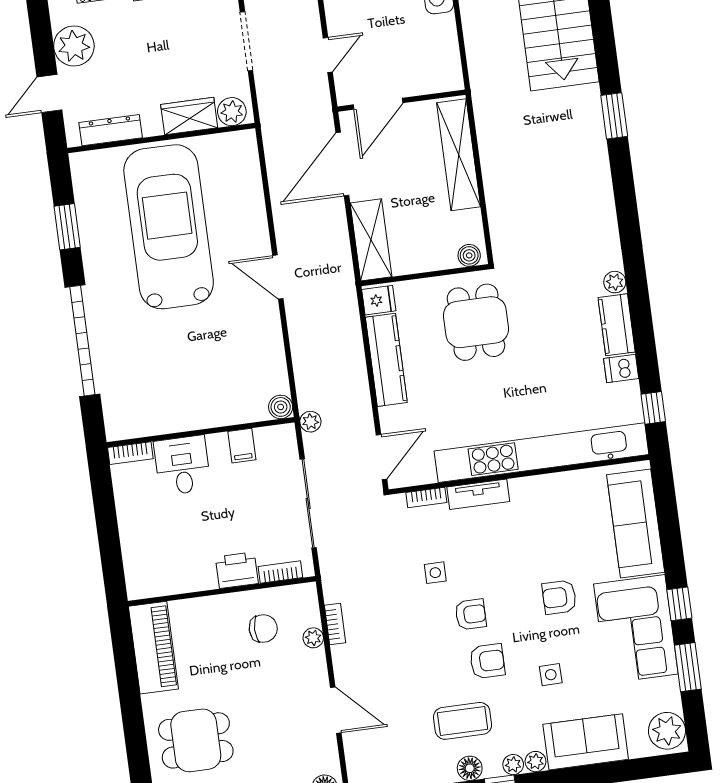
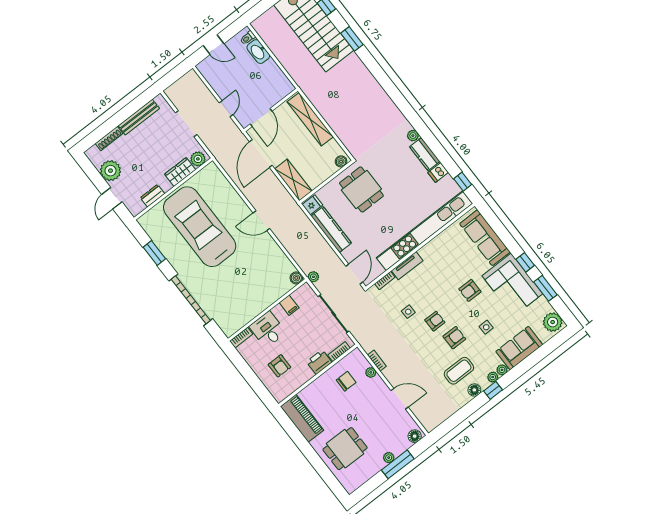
window: (614, 116) -> (352, 39), moved
dresser: (111, 130) -> (152, 196), width x0.70
armchair: (167, 538) -> (279, 366), added

